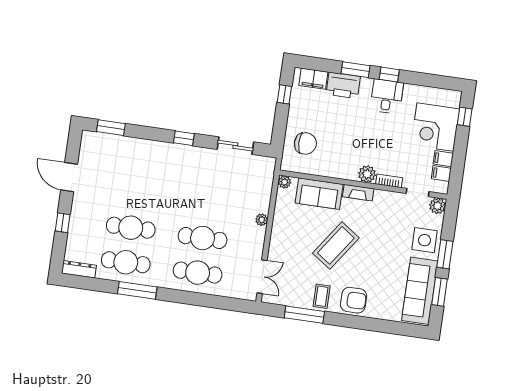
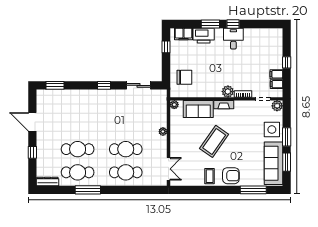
window: (465, 117) -> (287, 62), moved
corner desk: (435, 127) -> (268, 54), removed
window: (304, 315) -> (253, 190), moved

